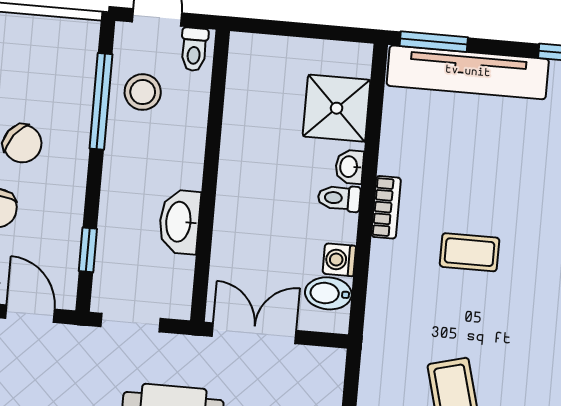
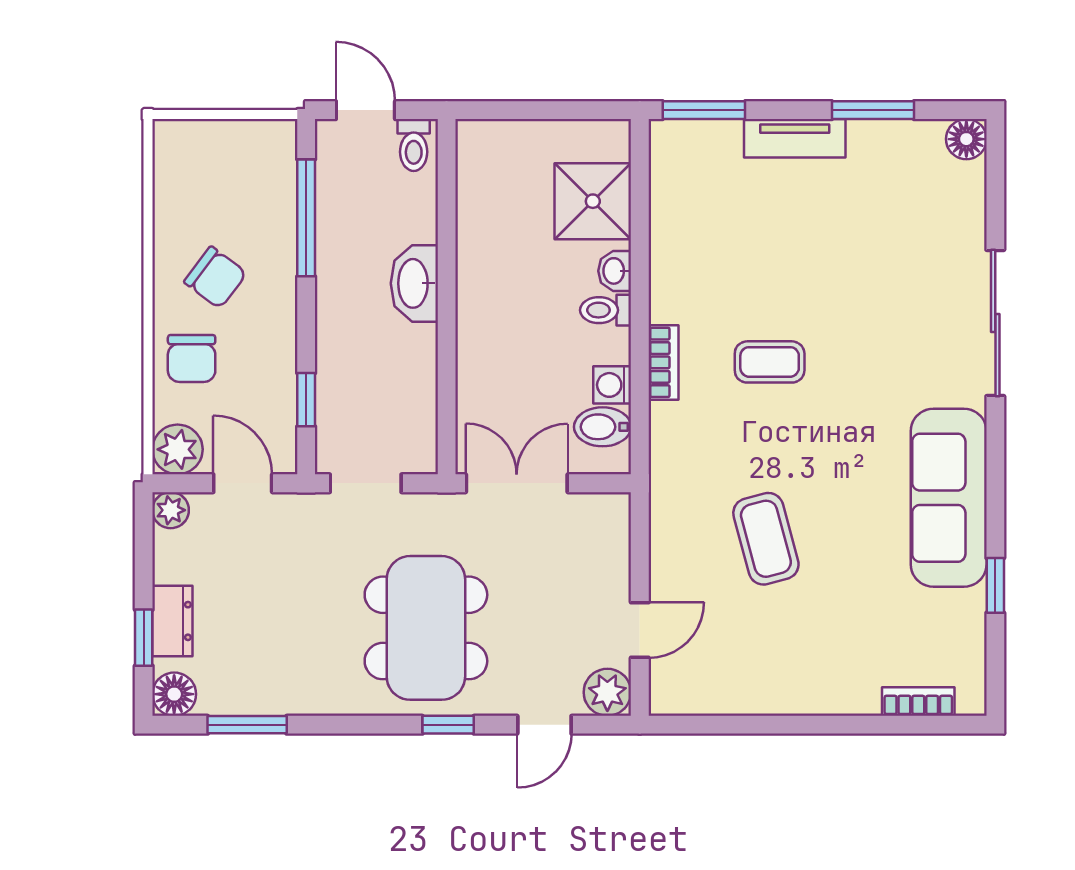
tv unit: (468, 72) -> (795, 138), width x0.52, depth x0.78
stool: (143, 92) -> (356, 202), removed
bookcase: (386, 207) -> (663, 362), moved
washbasin: (180, 222) -> (414, 283), moved

